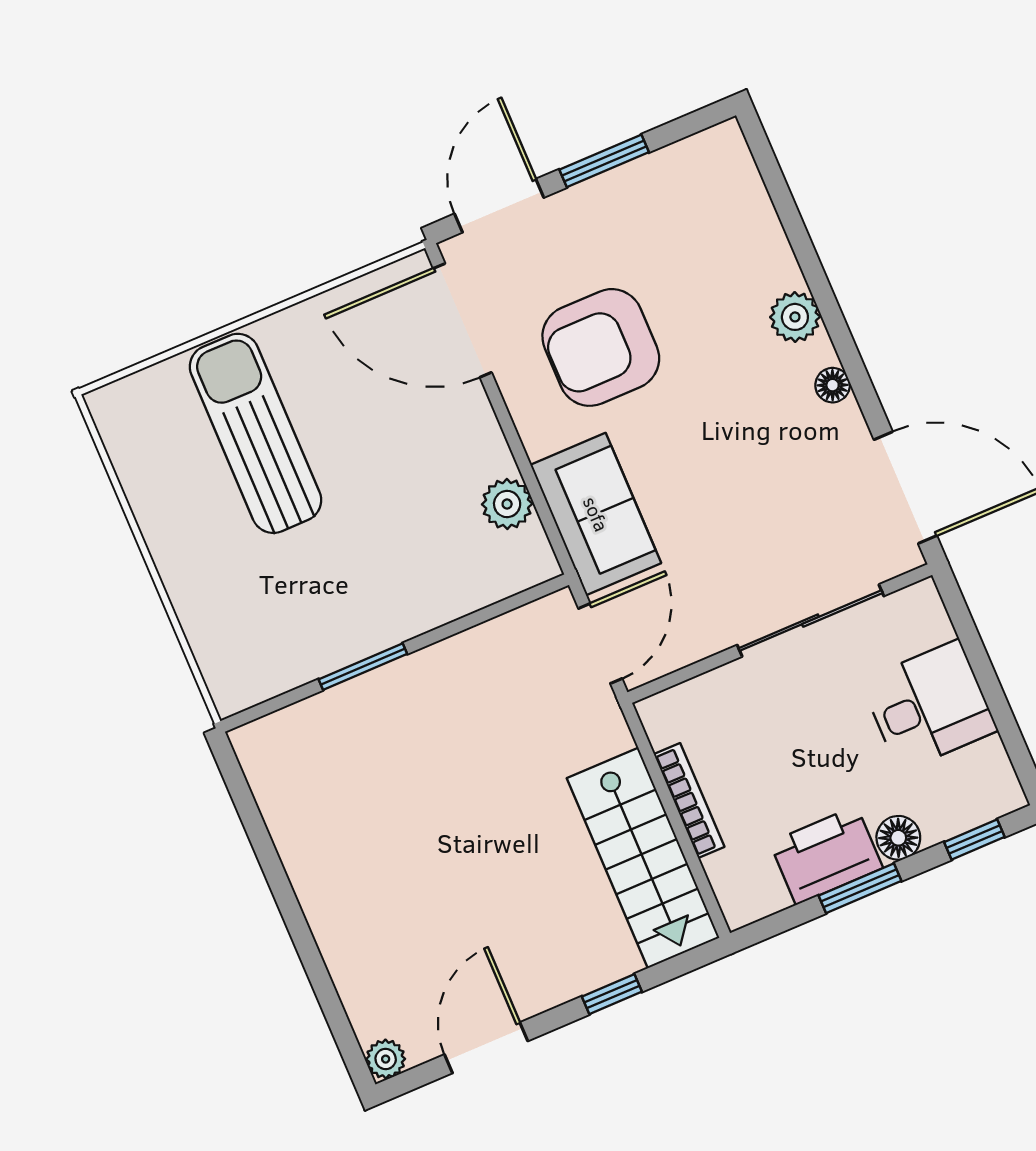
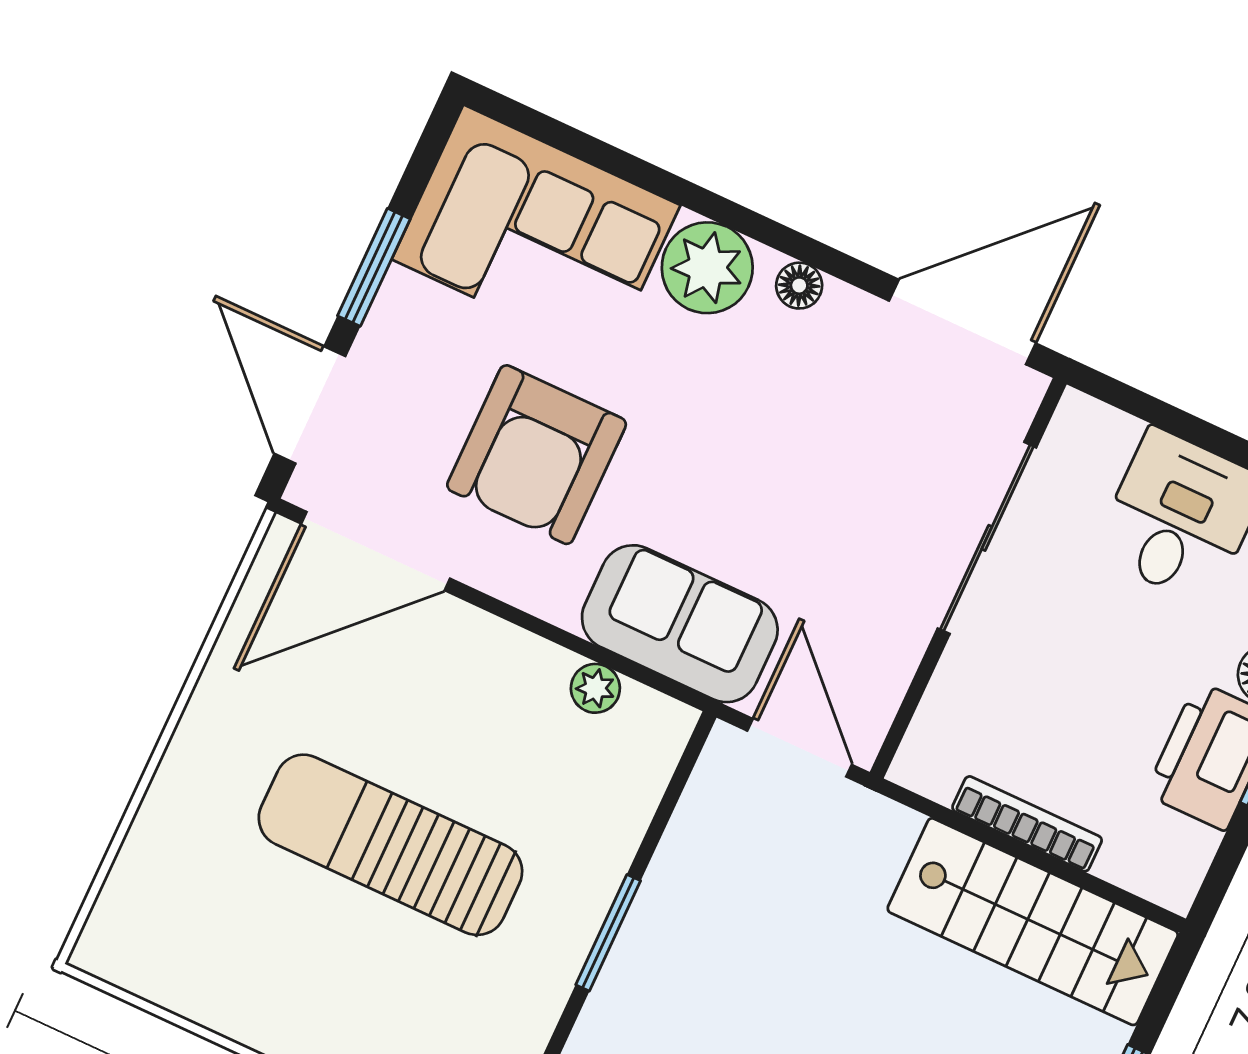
corner sofa: (712, 223) -> (536, 232), added
plant: (795, 317) -> (707, 268), width x1.36, depth x1.36
sun lounger: (255, 433) -> (390, 845), moved
plant: (507, 504) -> (595, 688), width x0.73, depth x0.73
window: (363, 667) -> (608, 933), moved

